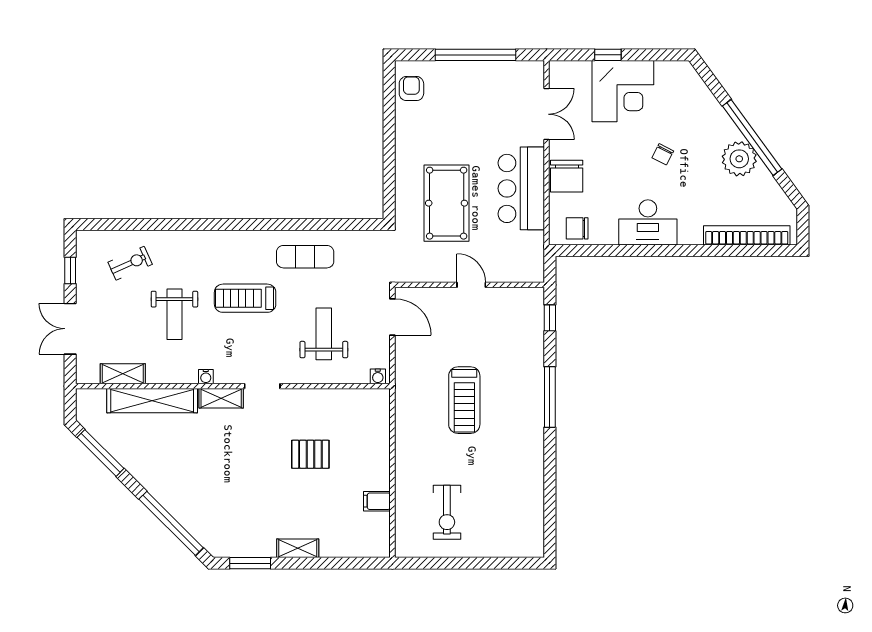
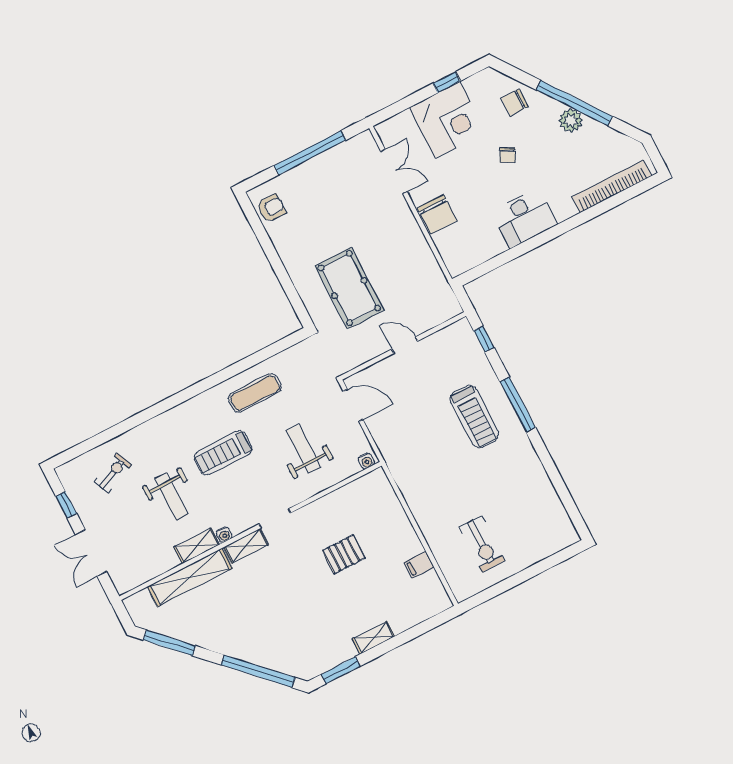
window: (608, 55) -> (447, 82), moved
armchair: (411, 89) -> (271, 208), turned 90
plant: (739, 159) -> (571, 120), width x0.73, depth x0.73
bar counter: (521, 188) -> (405, 244), removed
chair: (577, 228) -> (515, 102), moved
shelving: (123, 374) -> (197, 546), moved
treadmill: (464, 400) -> (474, 416), moved

